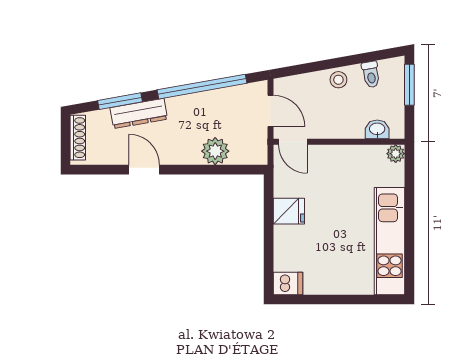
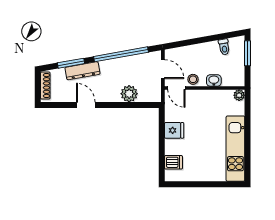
stool: (338, 80) -> (193, 79), moved
washbasin: (377, 129) -> (214, 80), moved
dishwasher: (288, 283) -> (173, 162), moved

